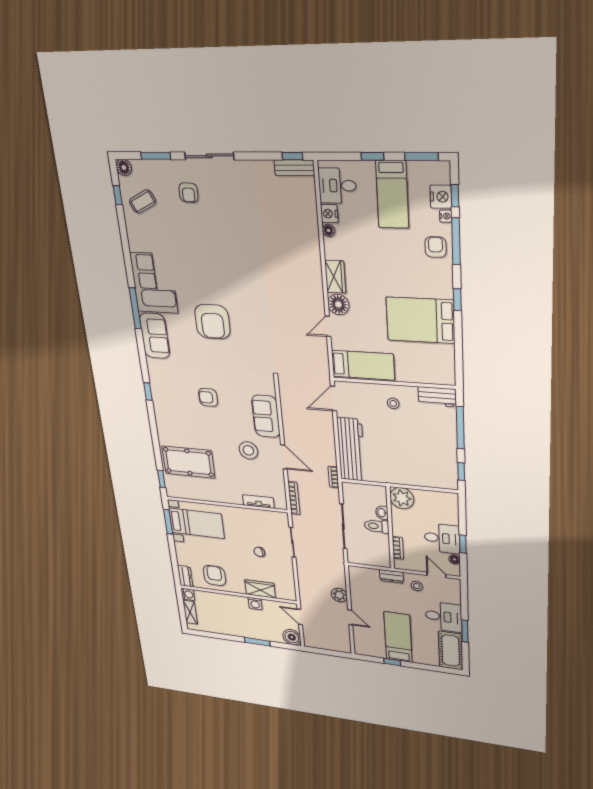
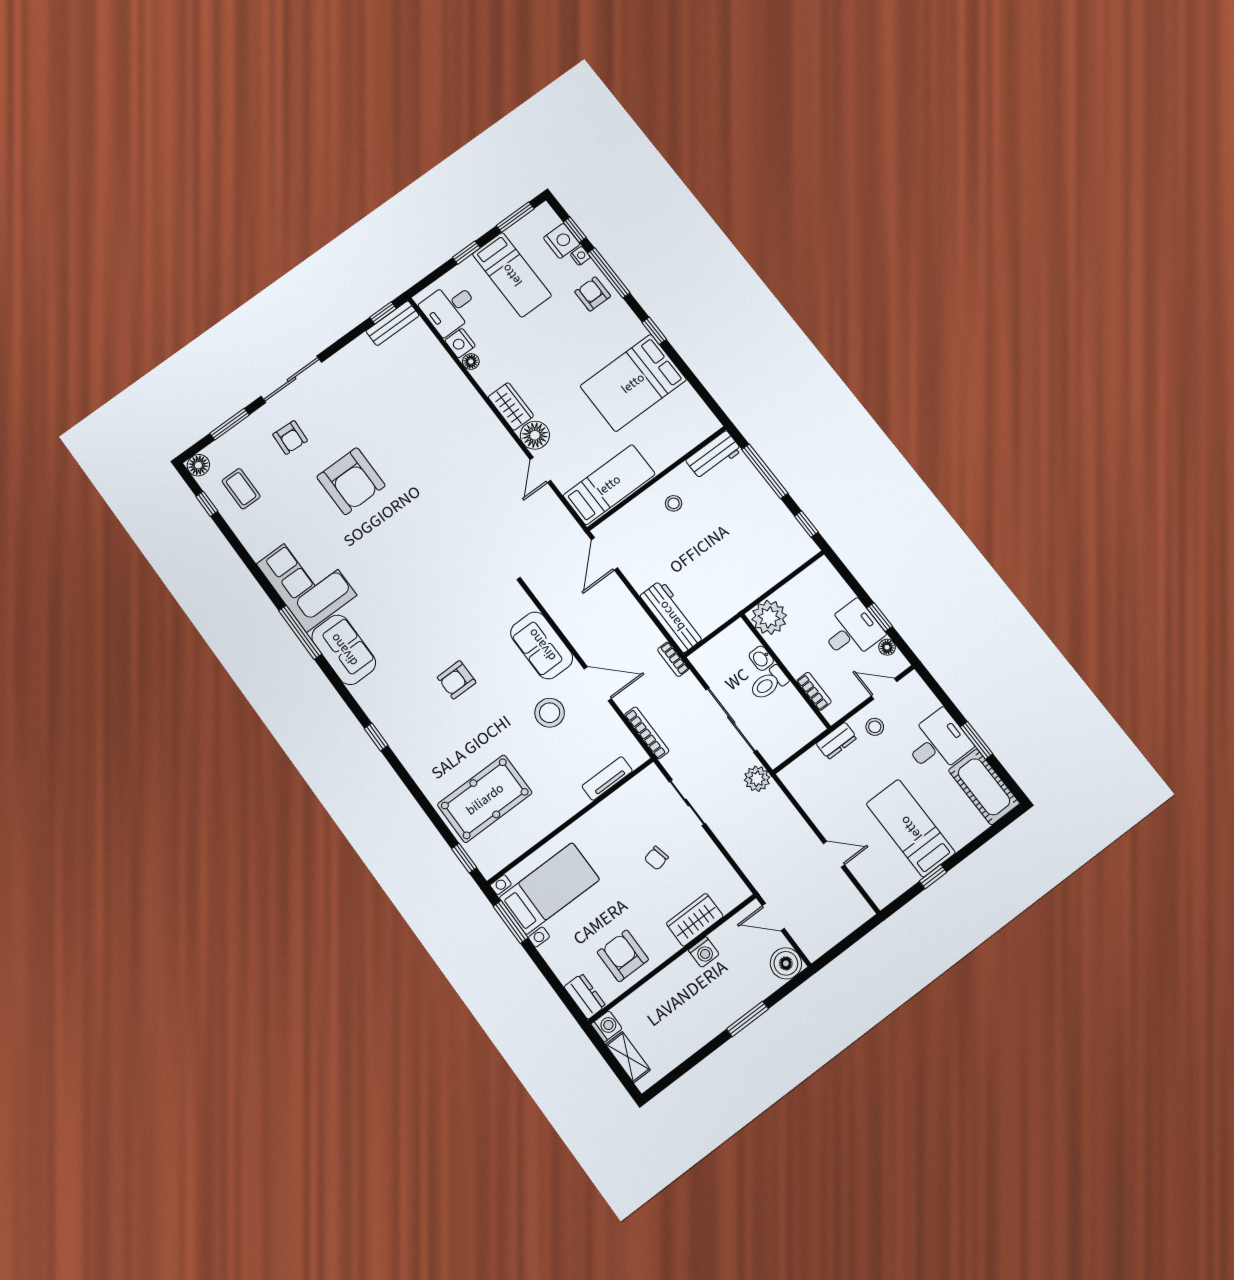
coffee table: (143, 202) -> (241, 489), turned -63
armchair: (212, 322) -> (351, 481), moved
workbench: (351, 449) -> (672, 616), width x0.73, depth x0.76
plant: (339, 595) -> (757, 779), moved

